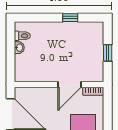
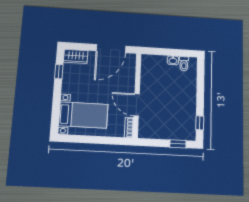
window: (70, 18) -> (200, 123), moved
window: (108, 53) -> (178, 144), moved

